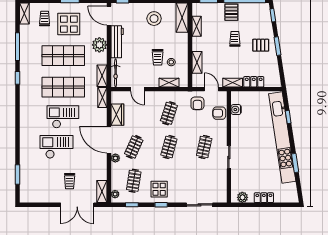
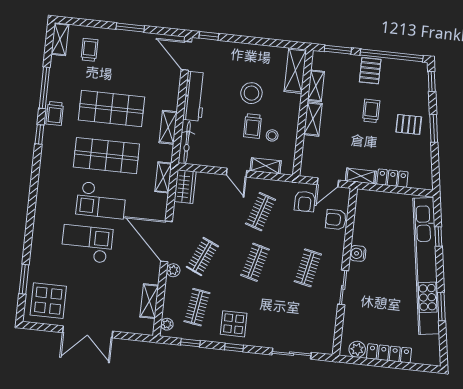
stool: (154, 19) -> (251, 93), moved
display table: (69, 24) -> (48, 301), moved
plant: (99, 45) -> (167, 98), removed
shelving: (197, 62) -> (313, 119), moved
shelving: (102, 76) -> (168, 127), moved
door: (137, 89) -> (237, 173), moved
door: (211, 89) -> (328, 182), swing flipped
water cooler: (236, 110) -> (358, 253), moved
wardrobe: (117, 115) -> (185, 187), moved
checkout: (63, 117) -> (101, 200), turned 180
trolley: (70, 181) -> (55, 114), moved
shelving: (102, 192) -> (149, 301), moved
locker: (264, 198) -> (389, 353), width x1.53
double door: (77, 205) -> (88, 332), moved

